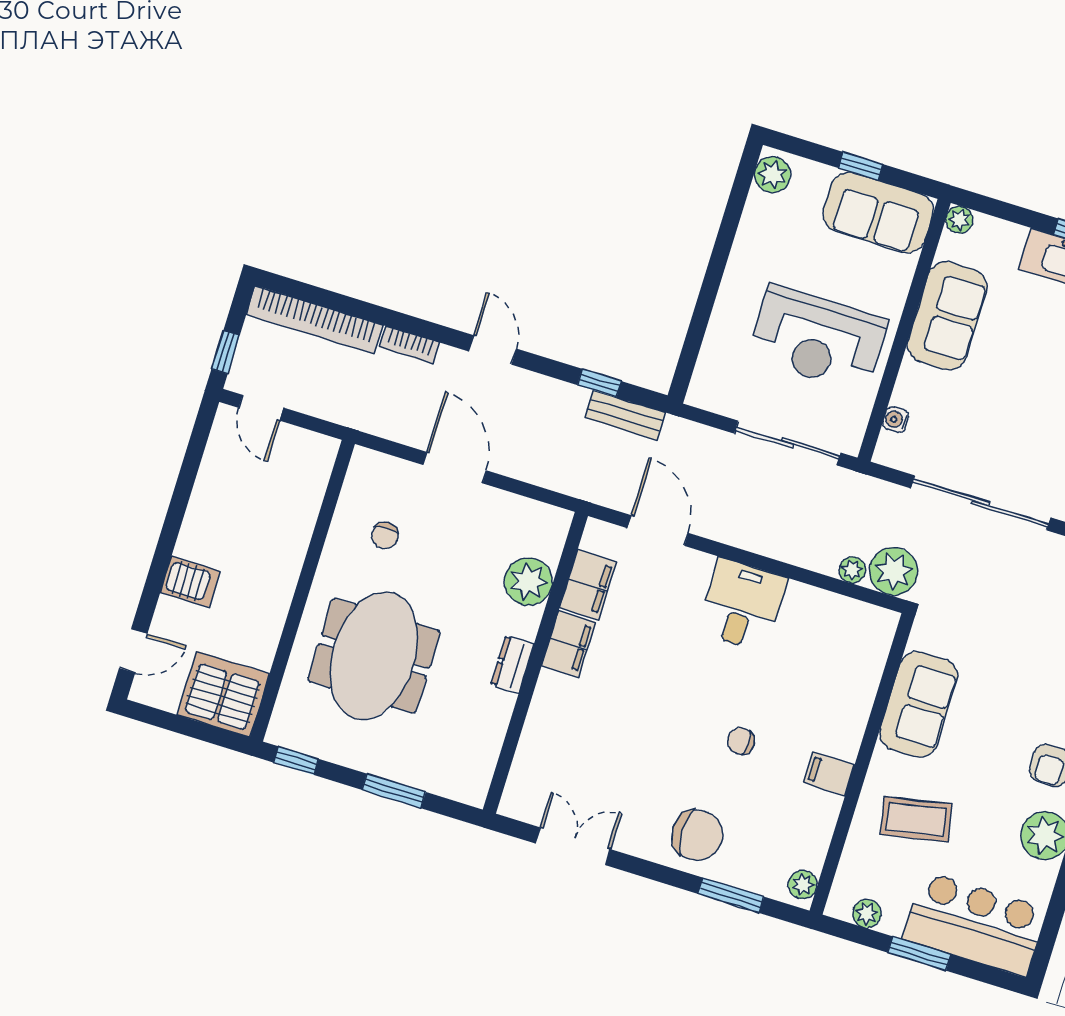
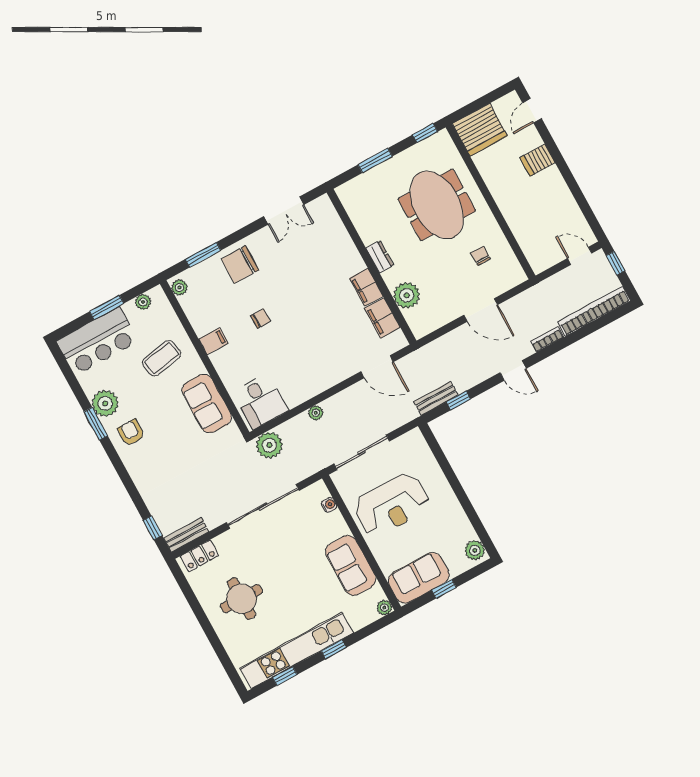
reception desk: (818, 339) -> (392, 505), turned 180
plant: (852, 570) -> (316, 413), moved
desk: (742, 605) -> (261, 401), moved

